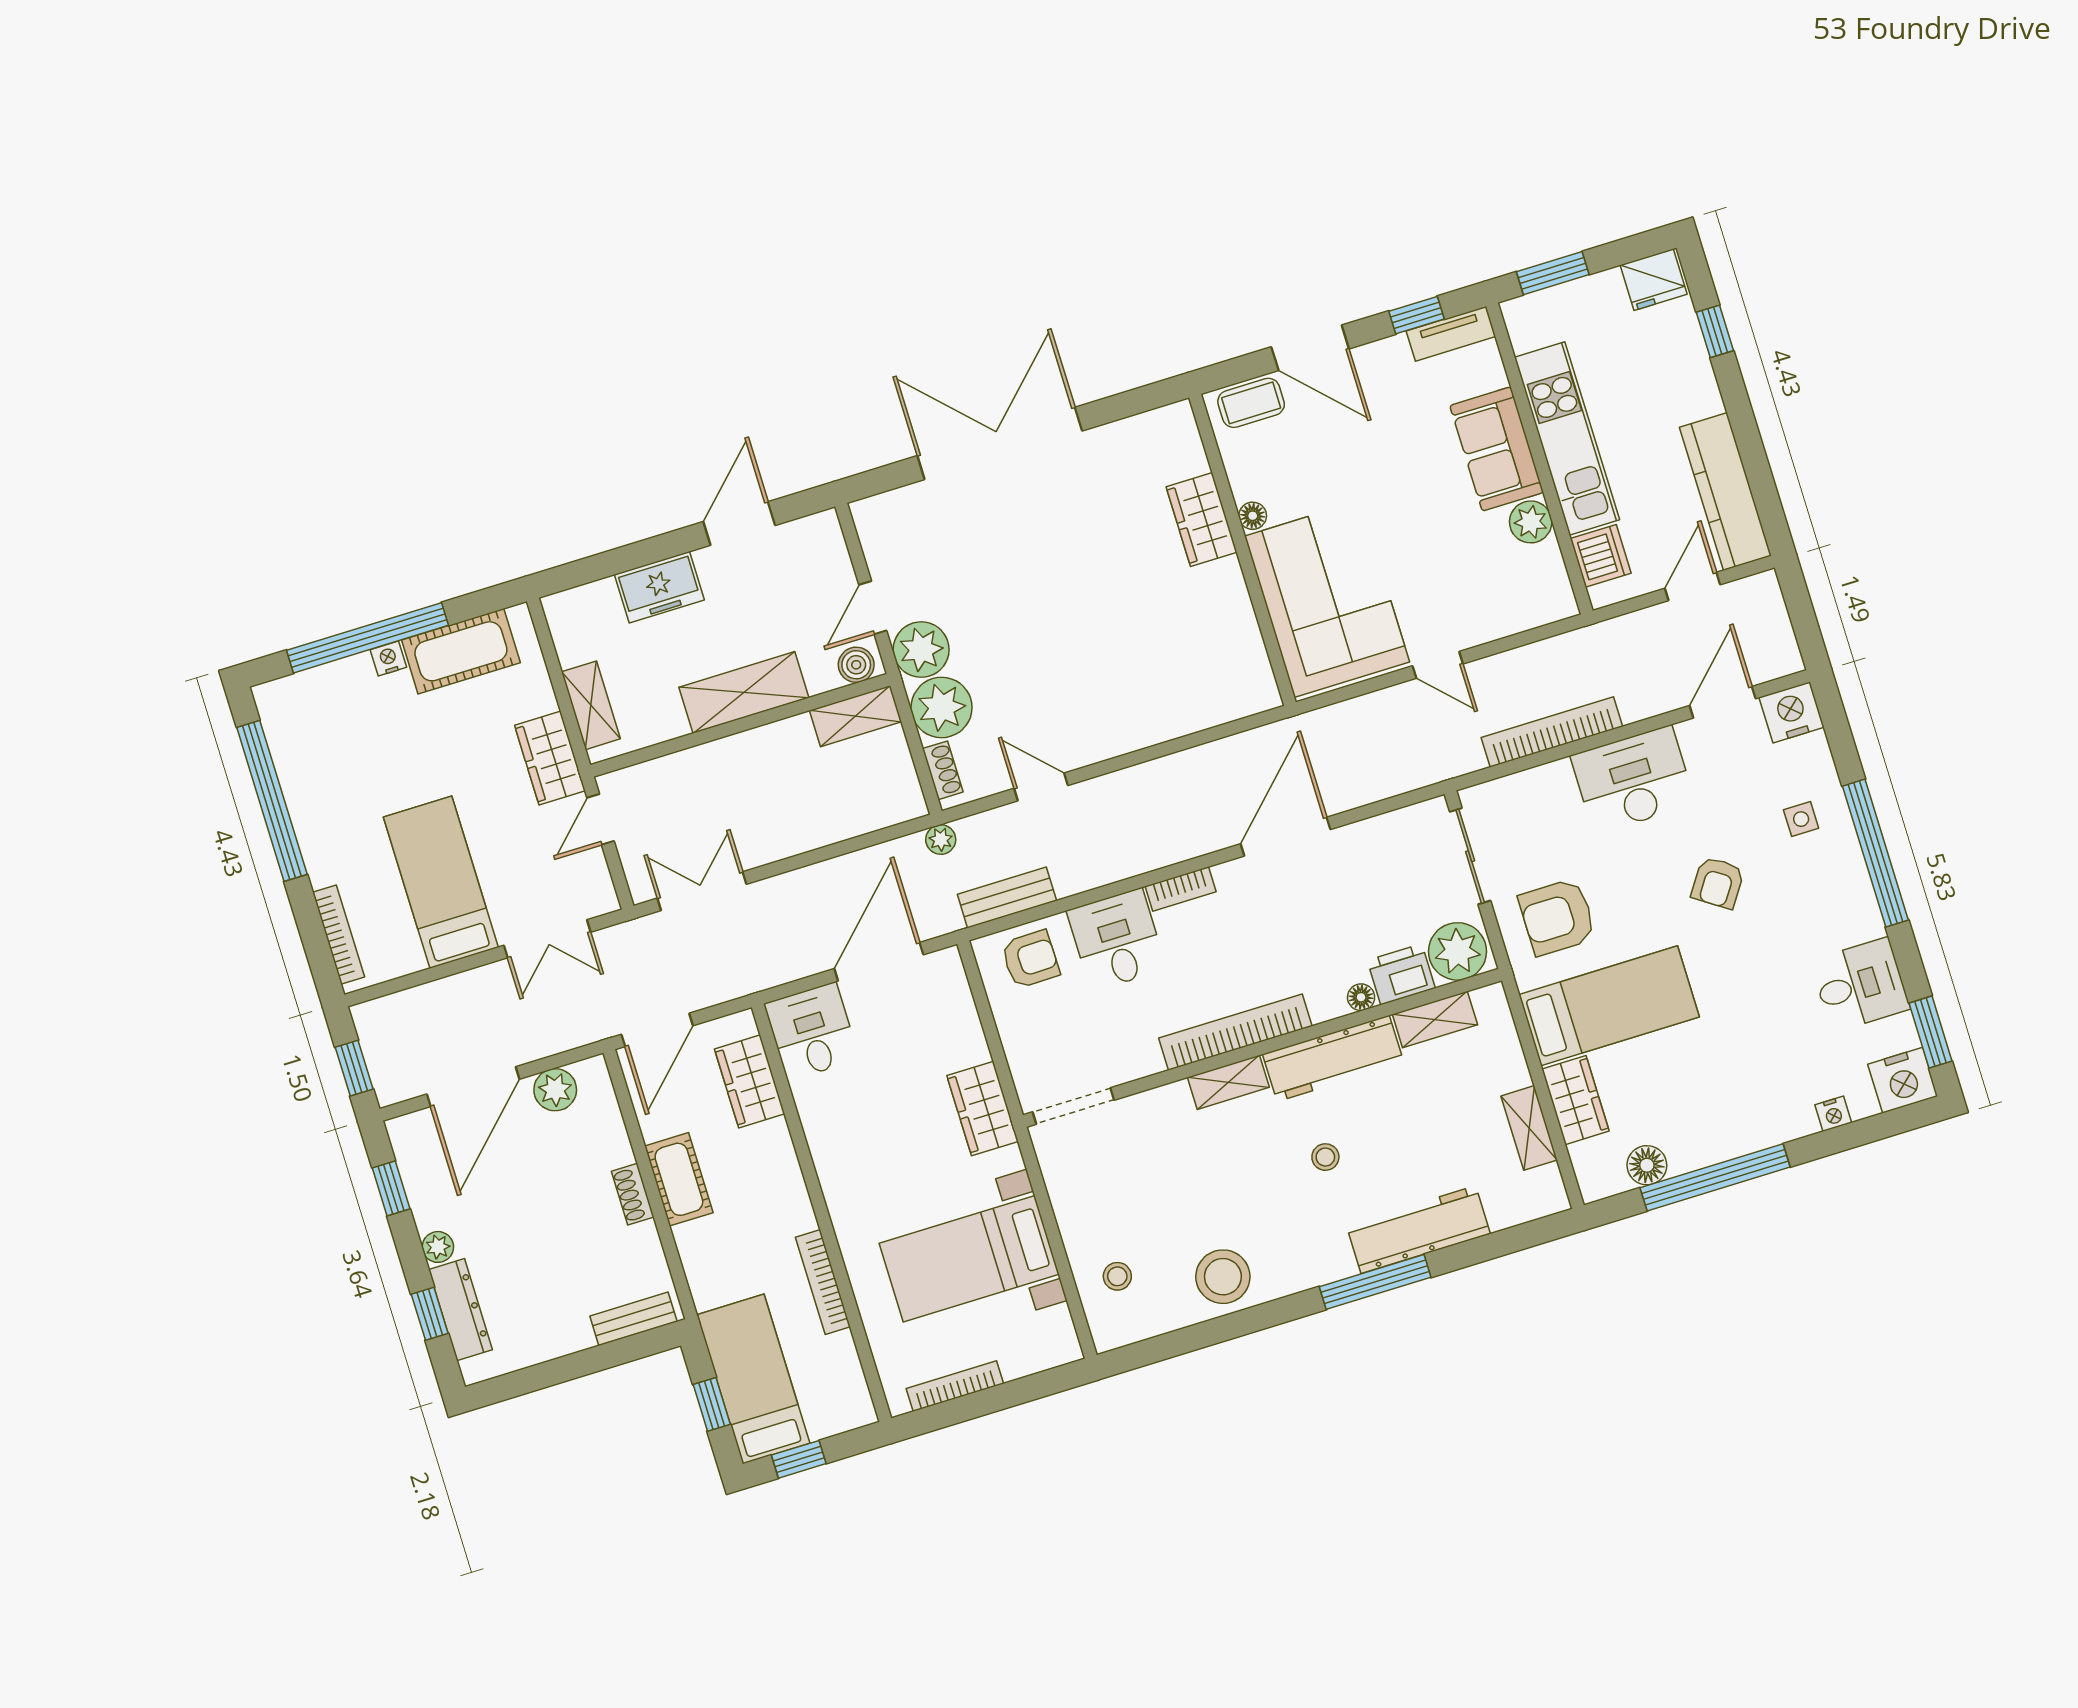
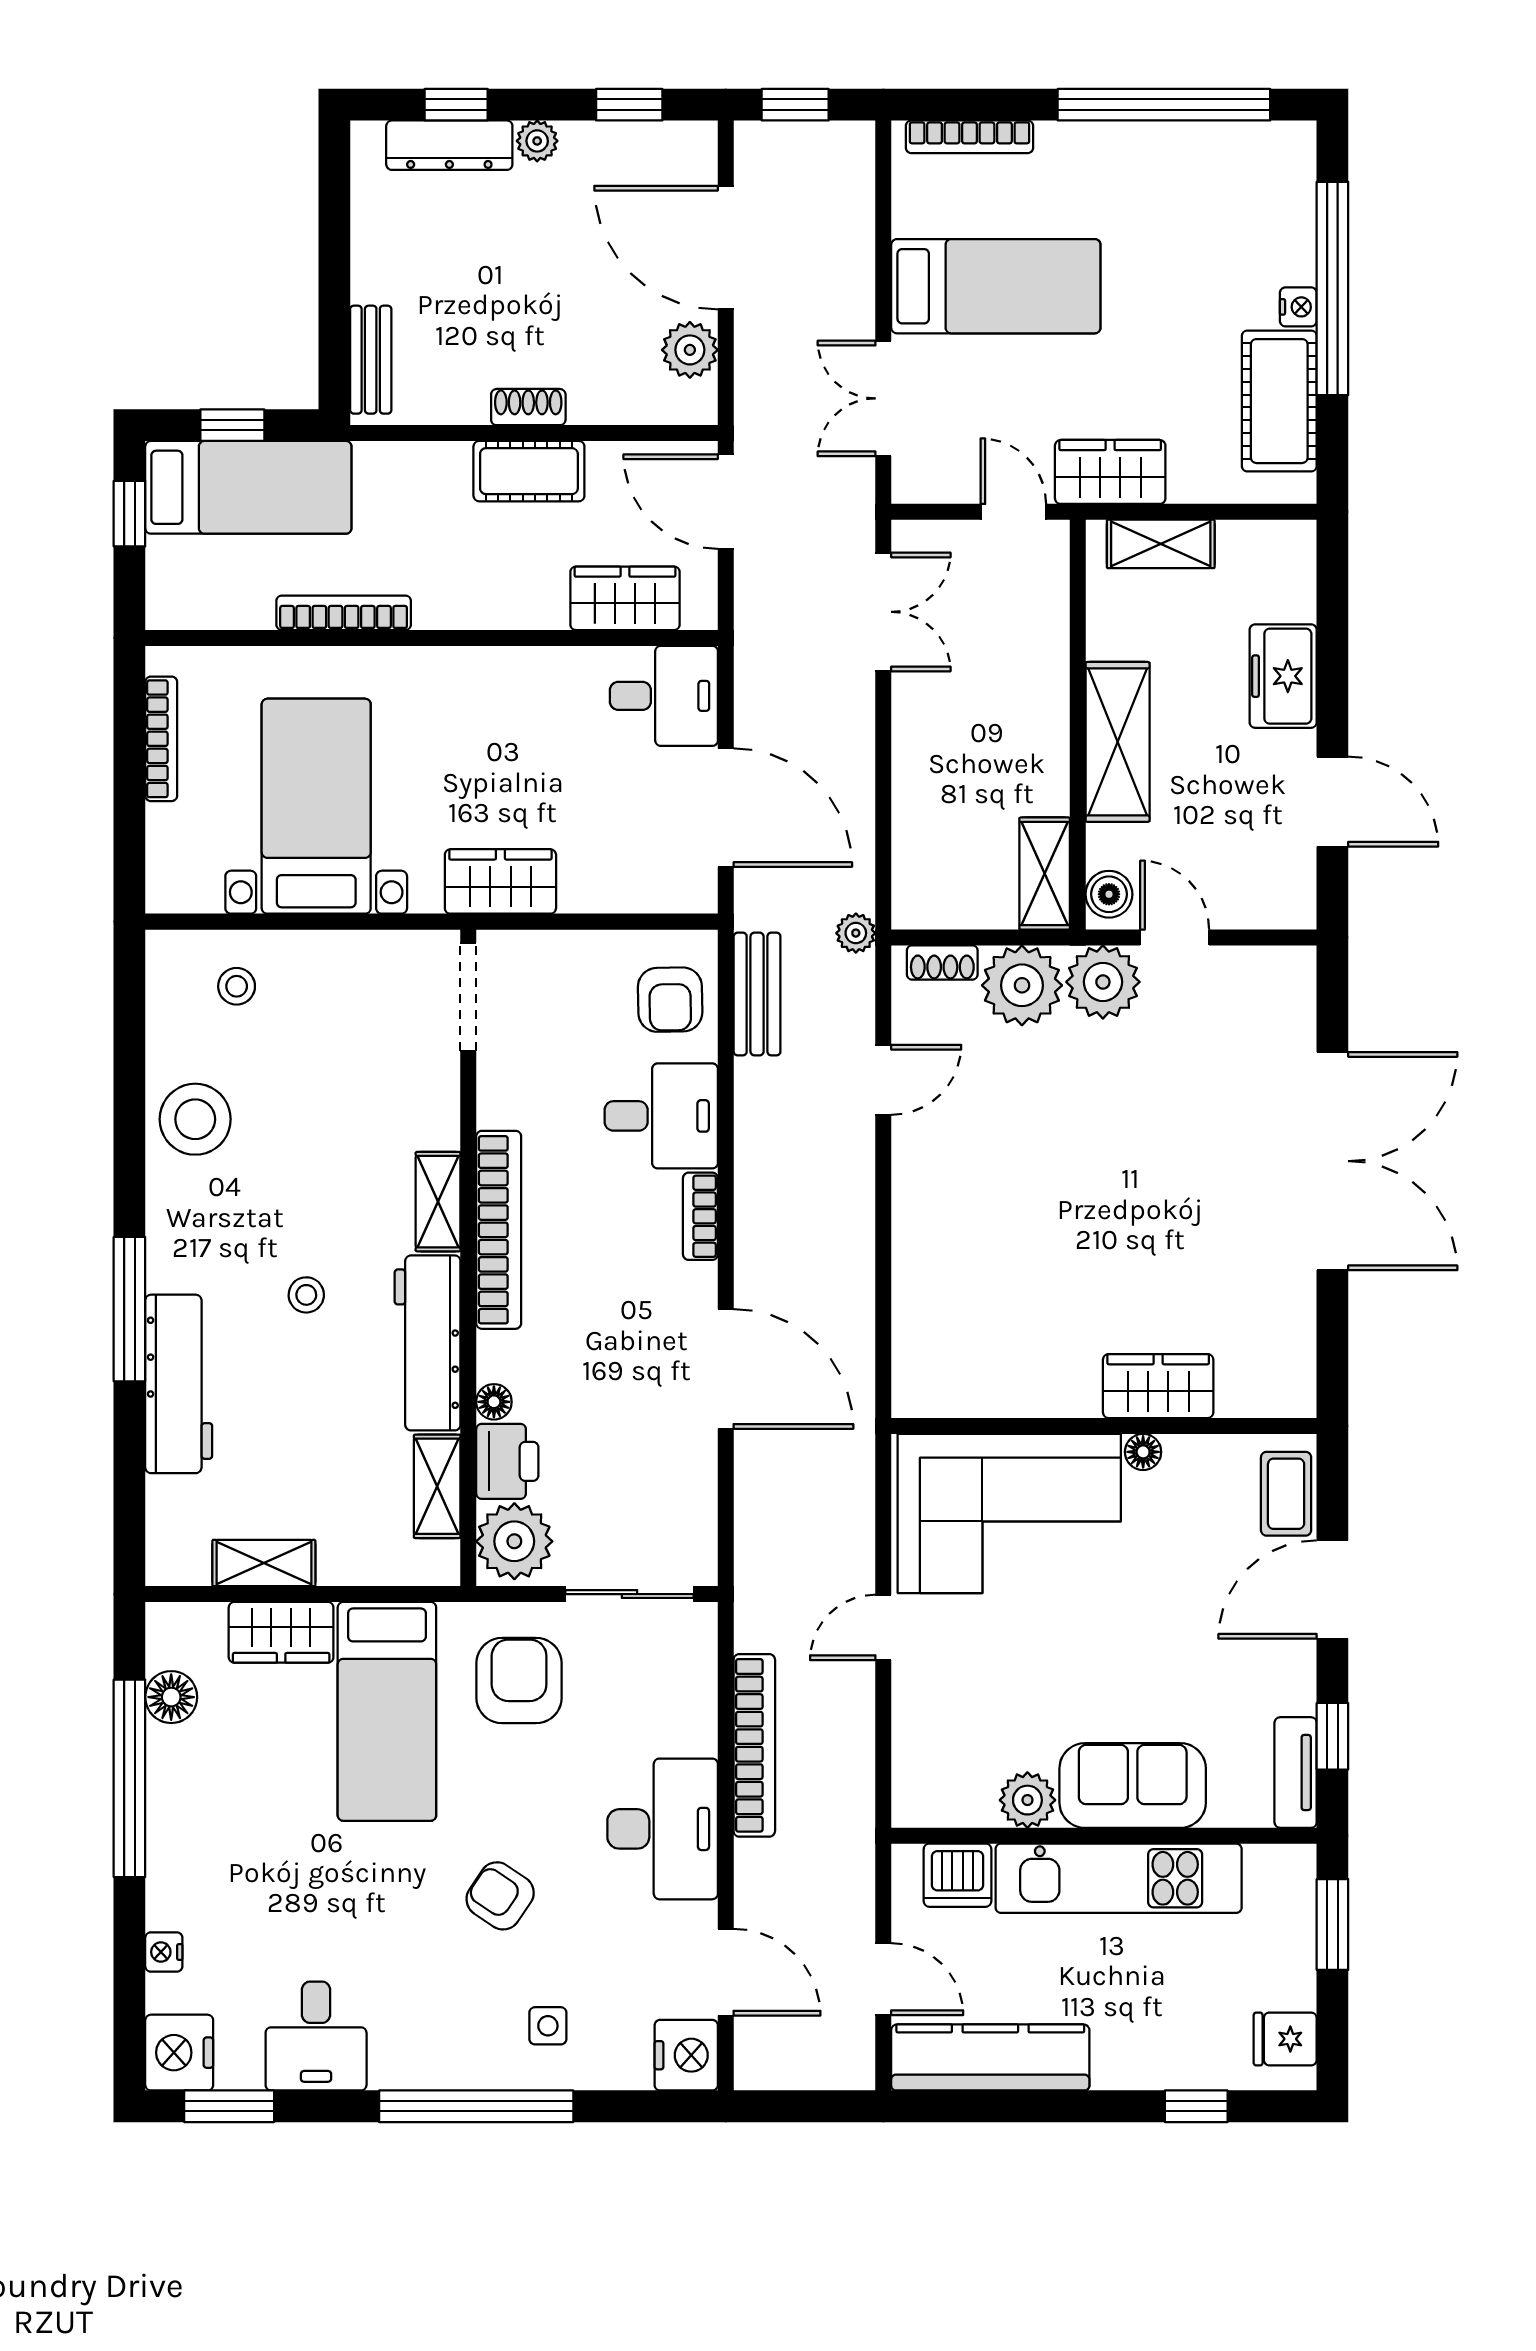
fridge: (1654, 280) -> (1285, 2039), width x0.72

